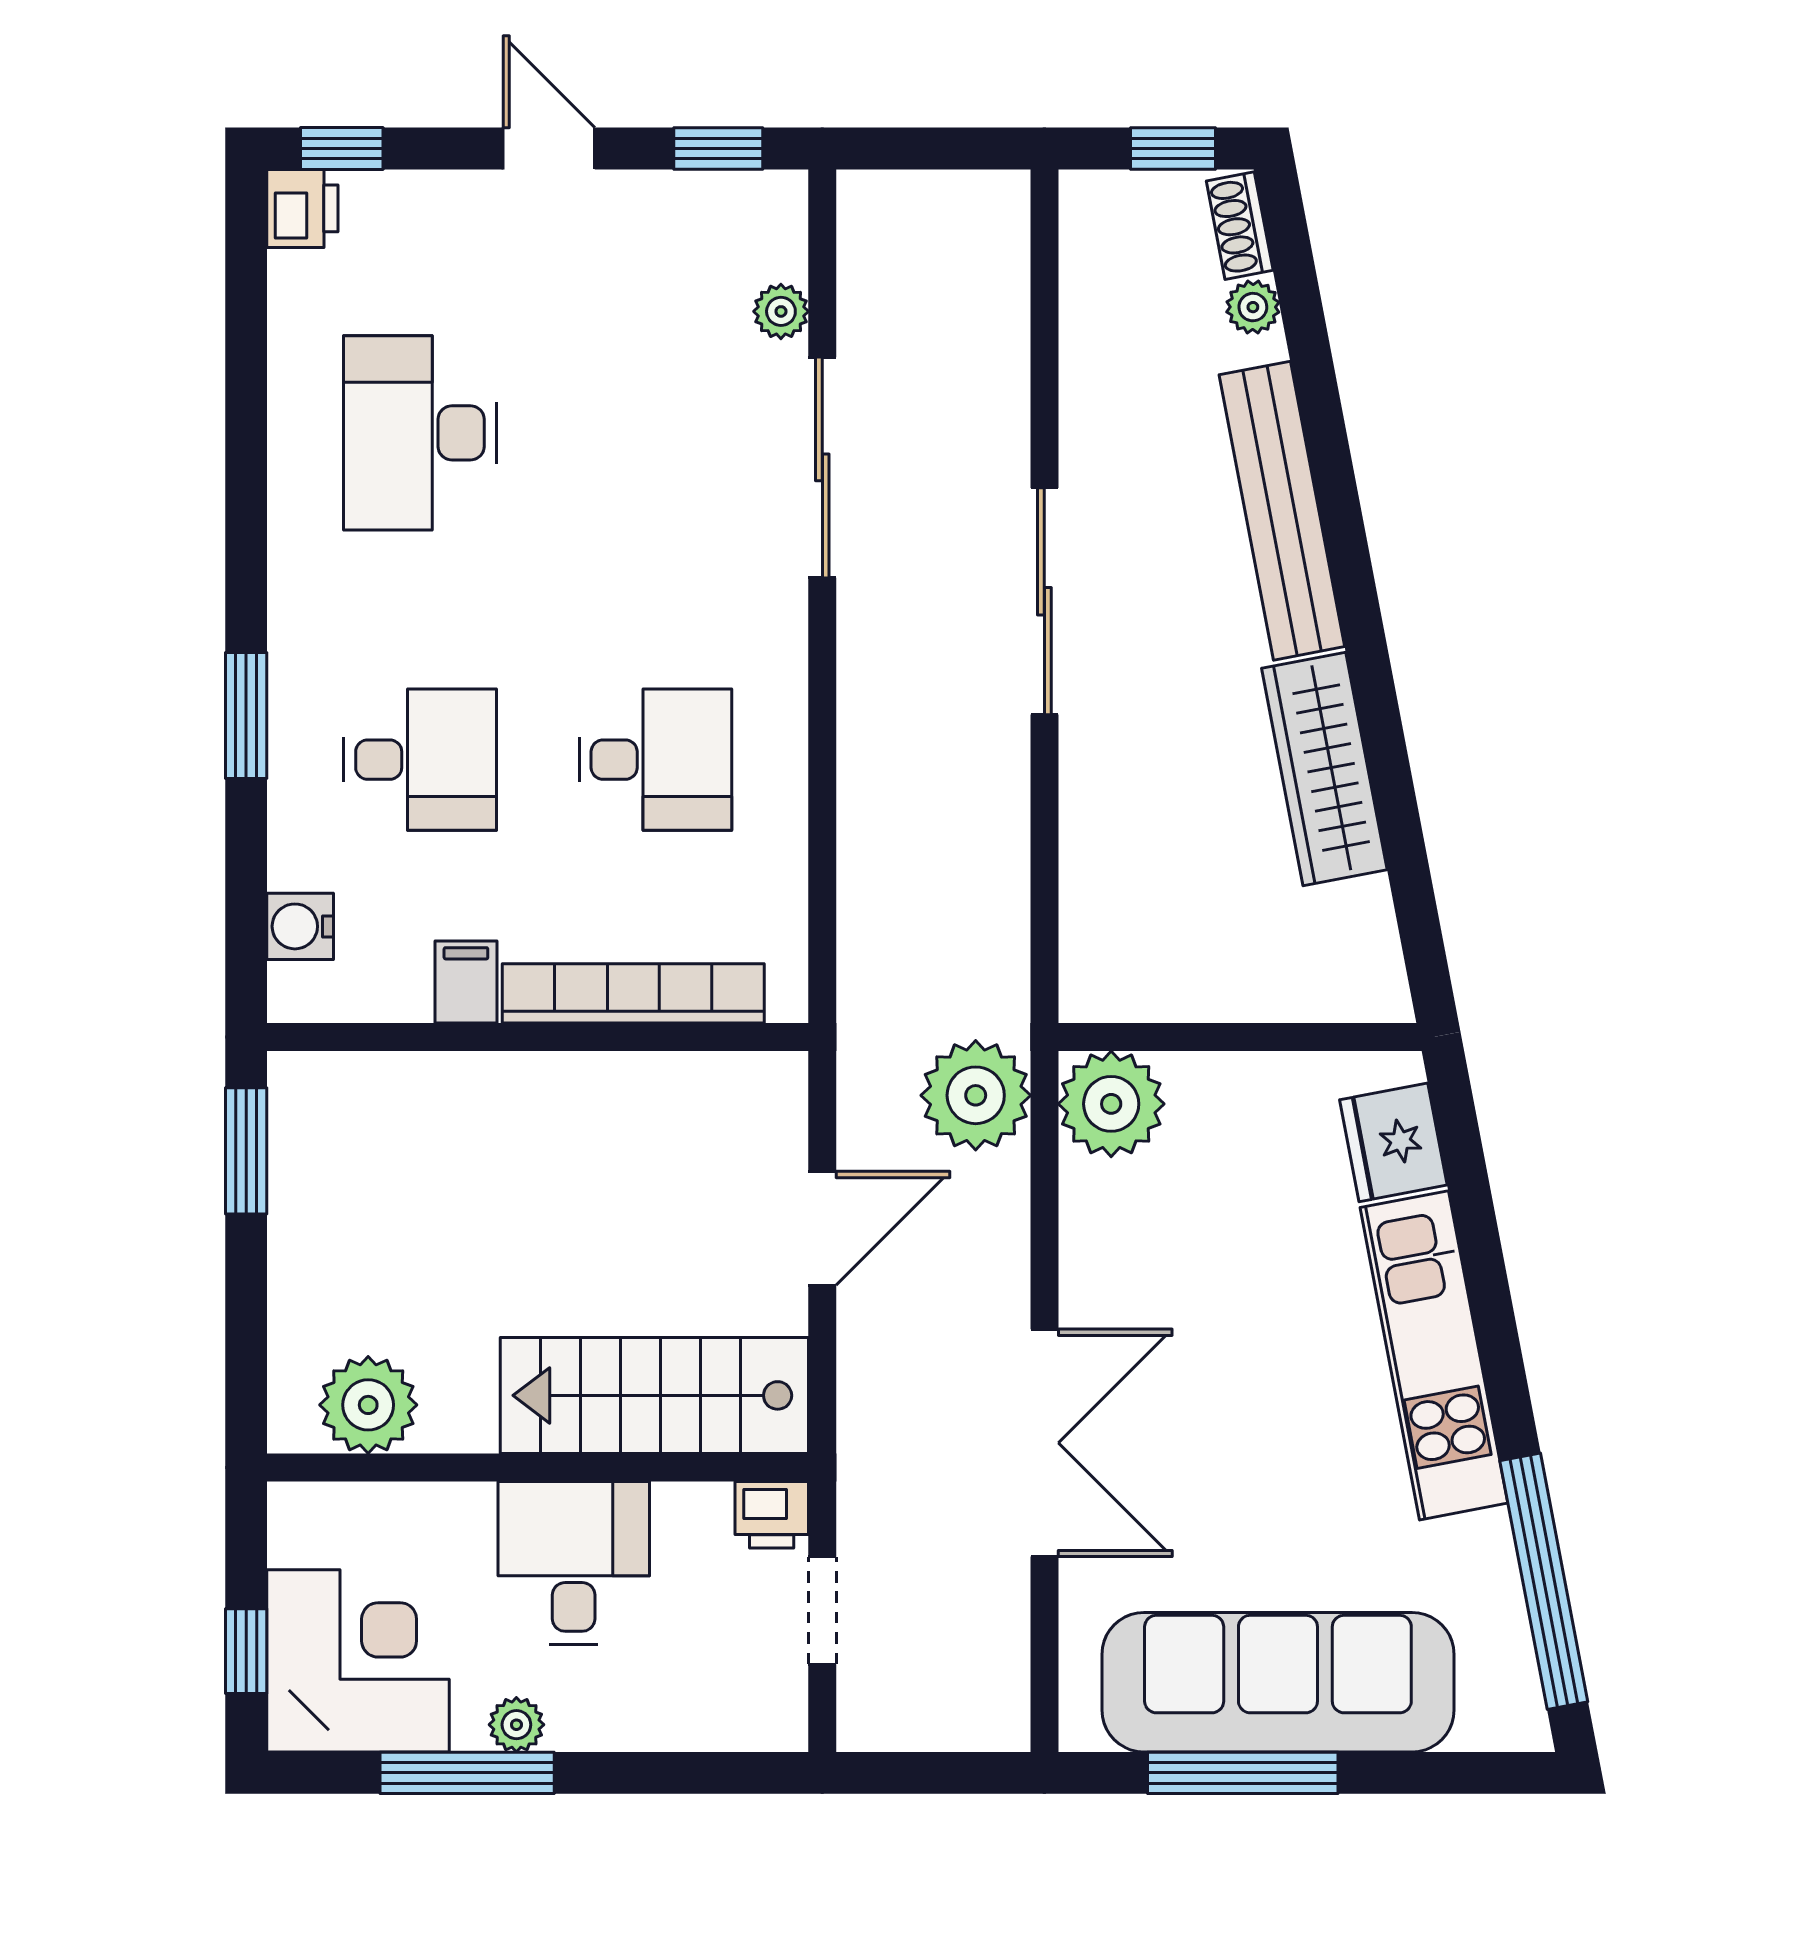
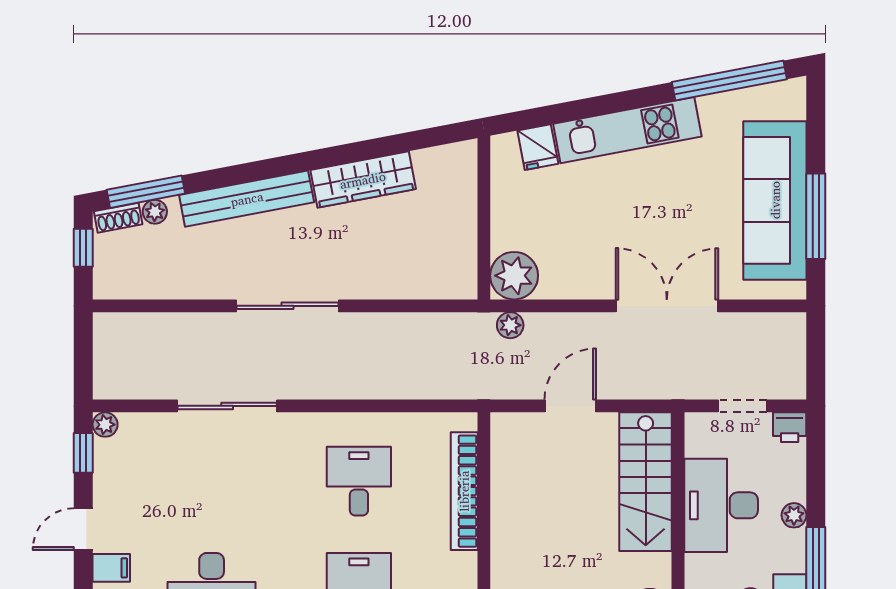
window: (1297, 287) -> (146, 192), added
plant: (781, 311) -> (105, 425), moved
filing cabinet: (466, 982) -> (111, 568), moved, turned 180
plant: (976, 1095) -> (510, 325), width x0.53, depth x0.53
fridge: (1393, 1142) -> (538, 147), width x0.72
door: (822, 1228) -> (570, 406), hinge flipped
printer: (772, 1515) -> (790, 427), moved, turned 90
desk: (574, 1563) -> (721, 505), width x1.37
plant: (516, 1725) -> (794, 515), moved

